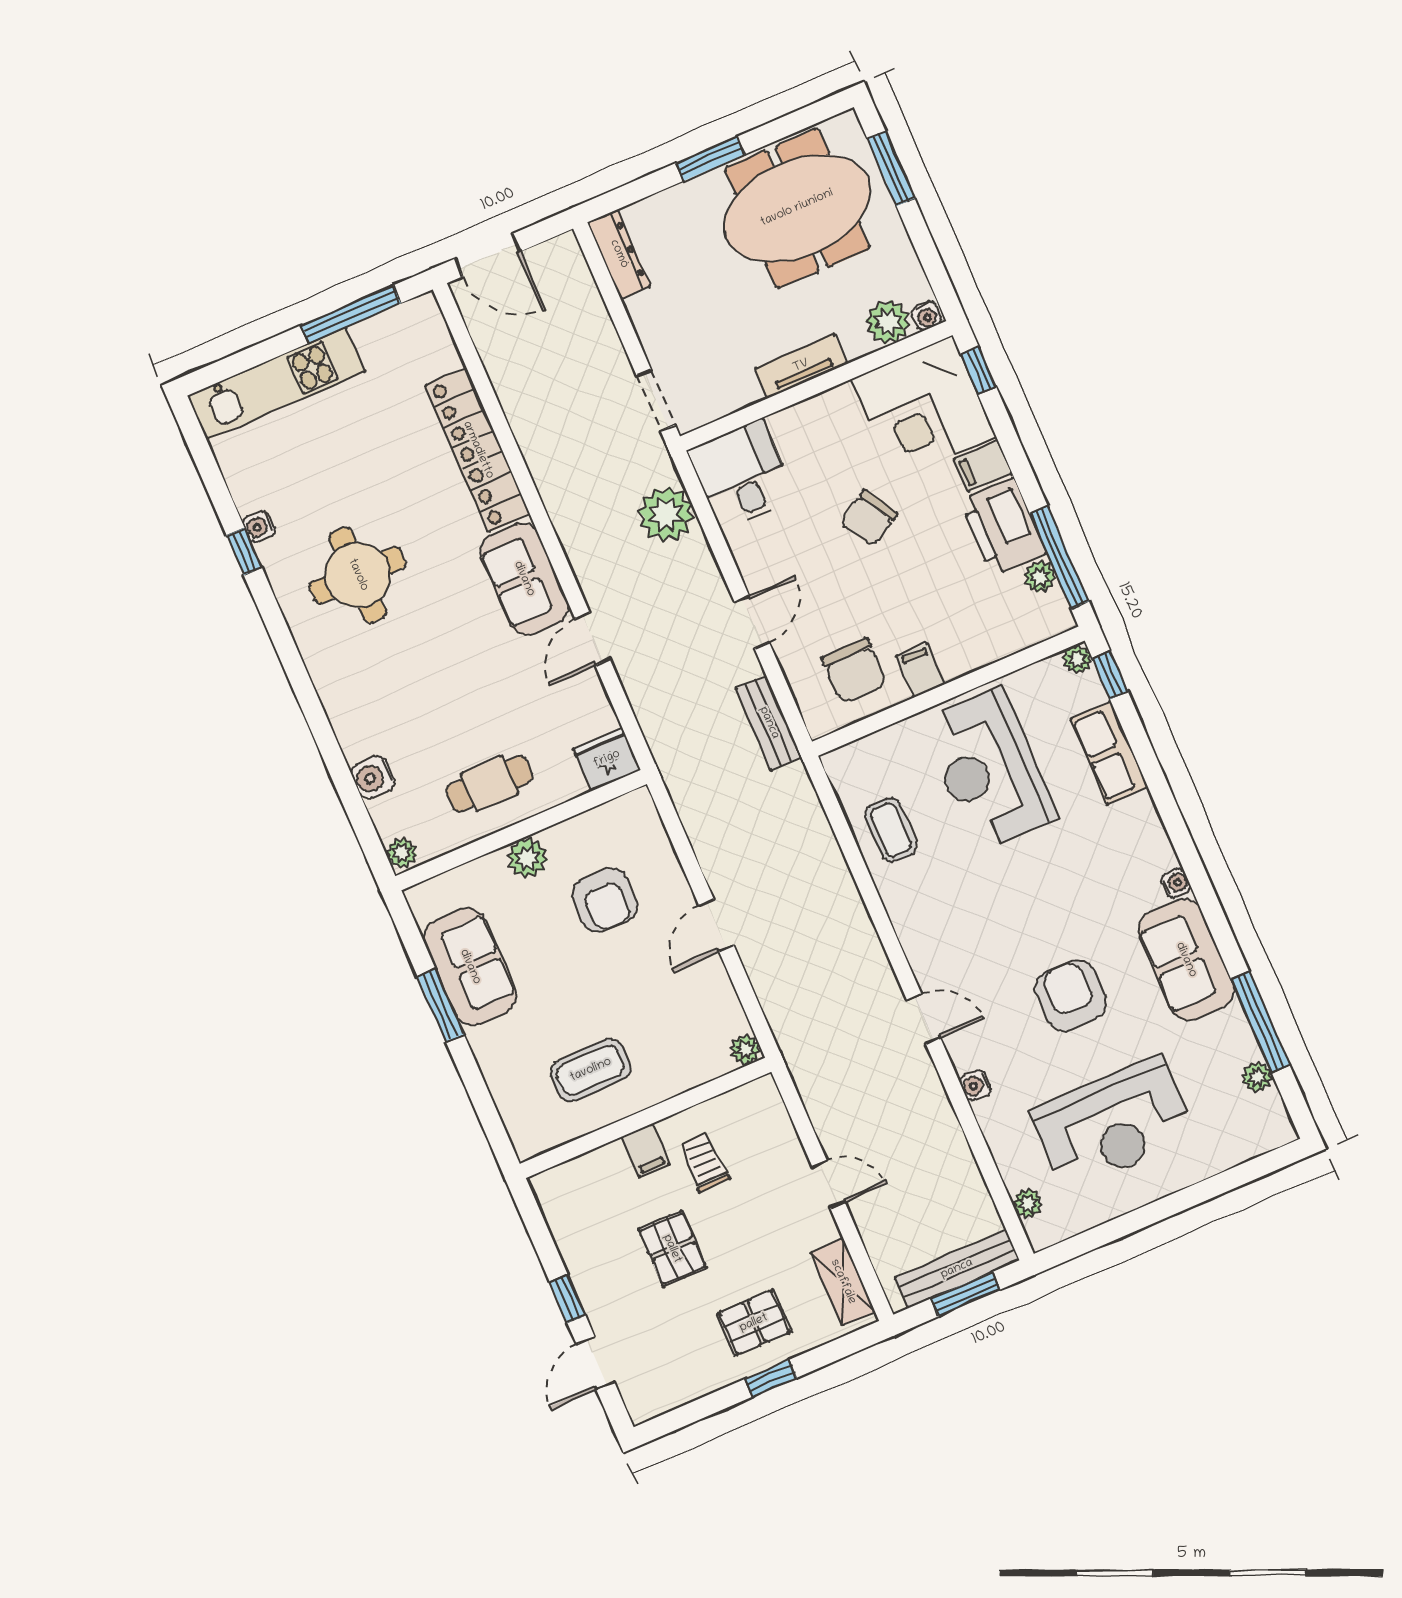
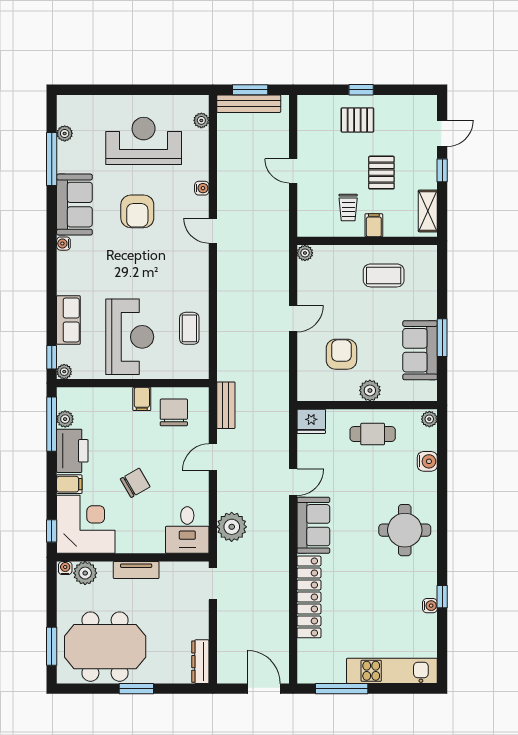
round table: (358, 575) -> (405, 530), moved
shelving: (843, 1282) -> (428, 211), moved

